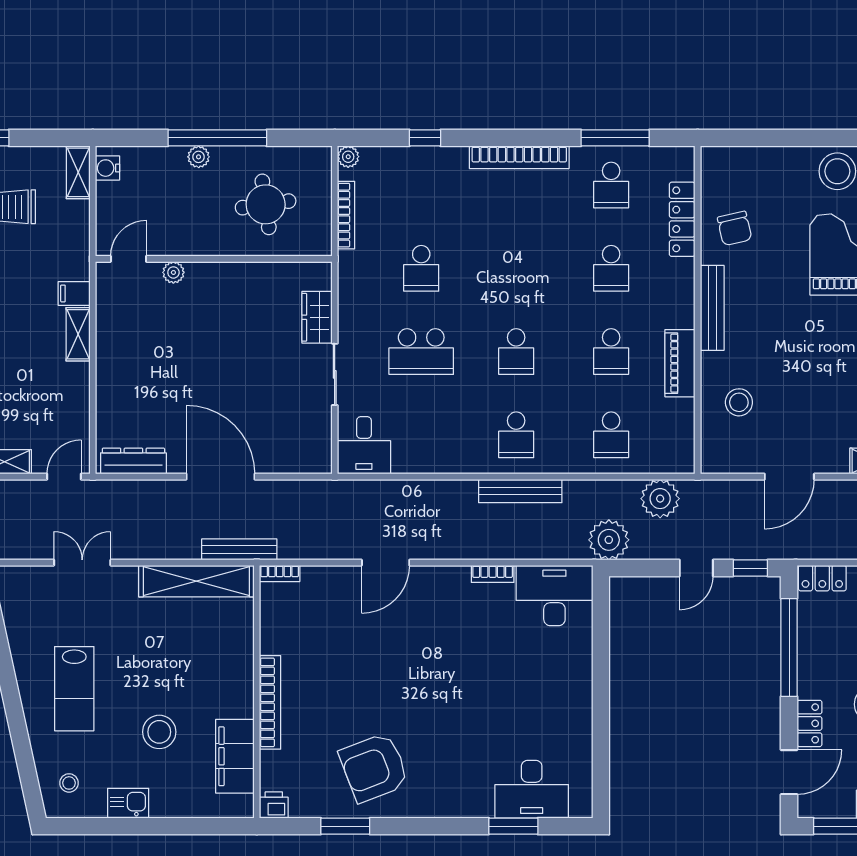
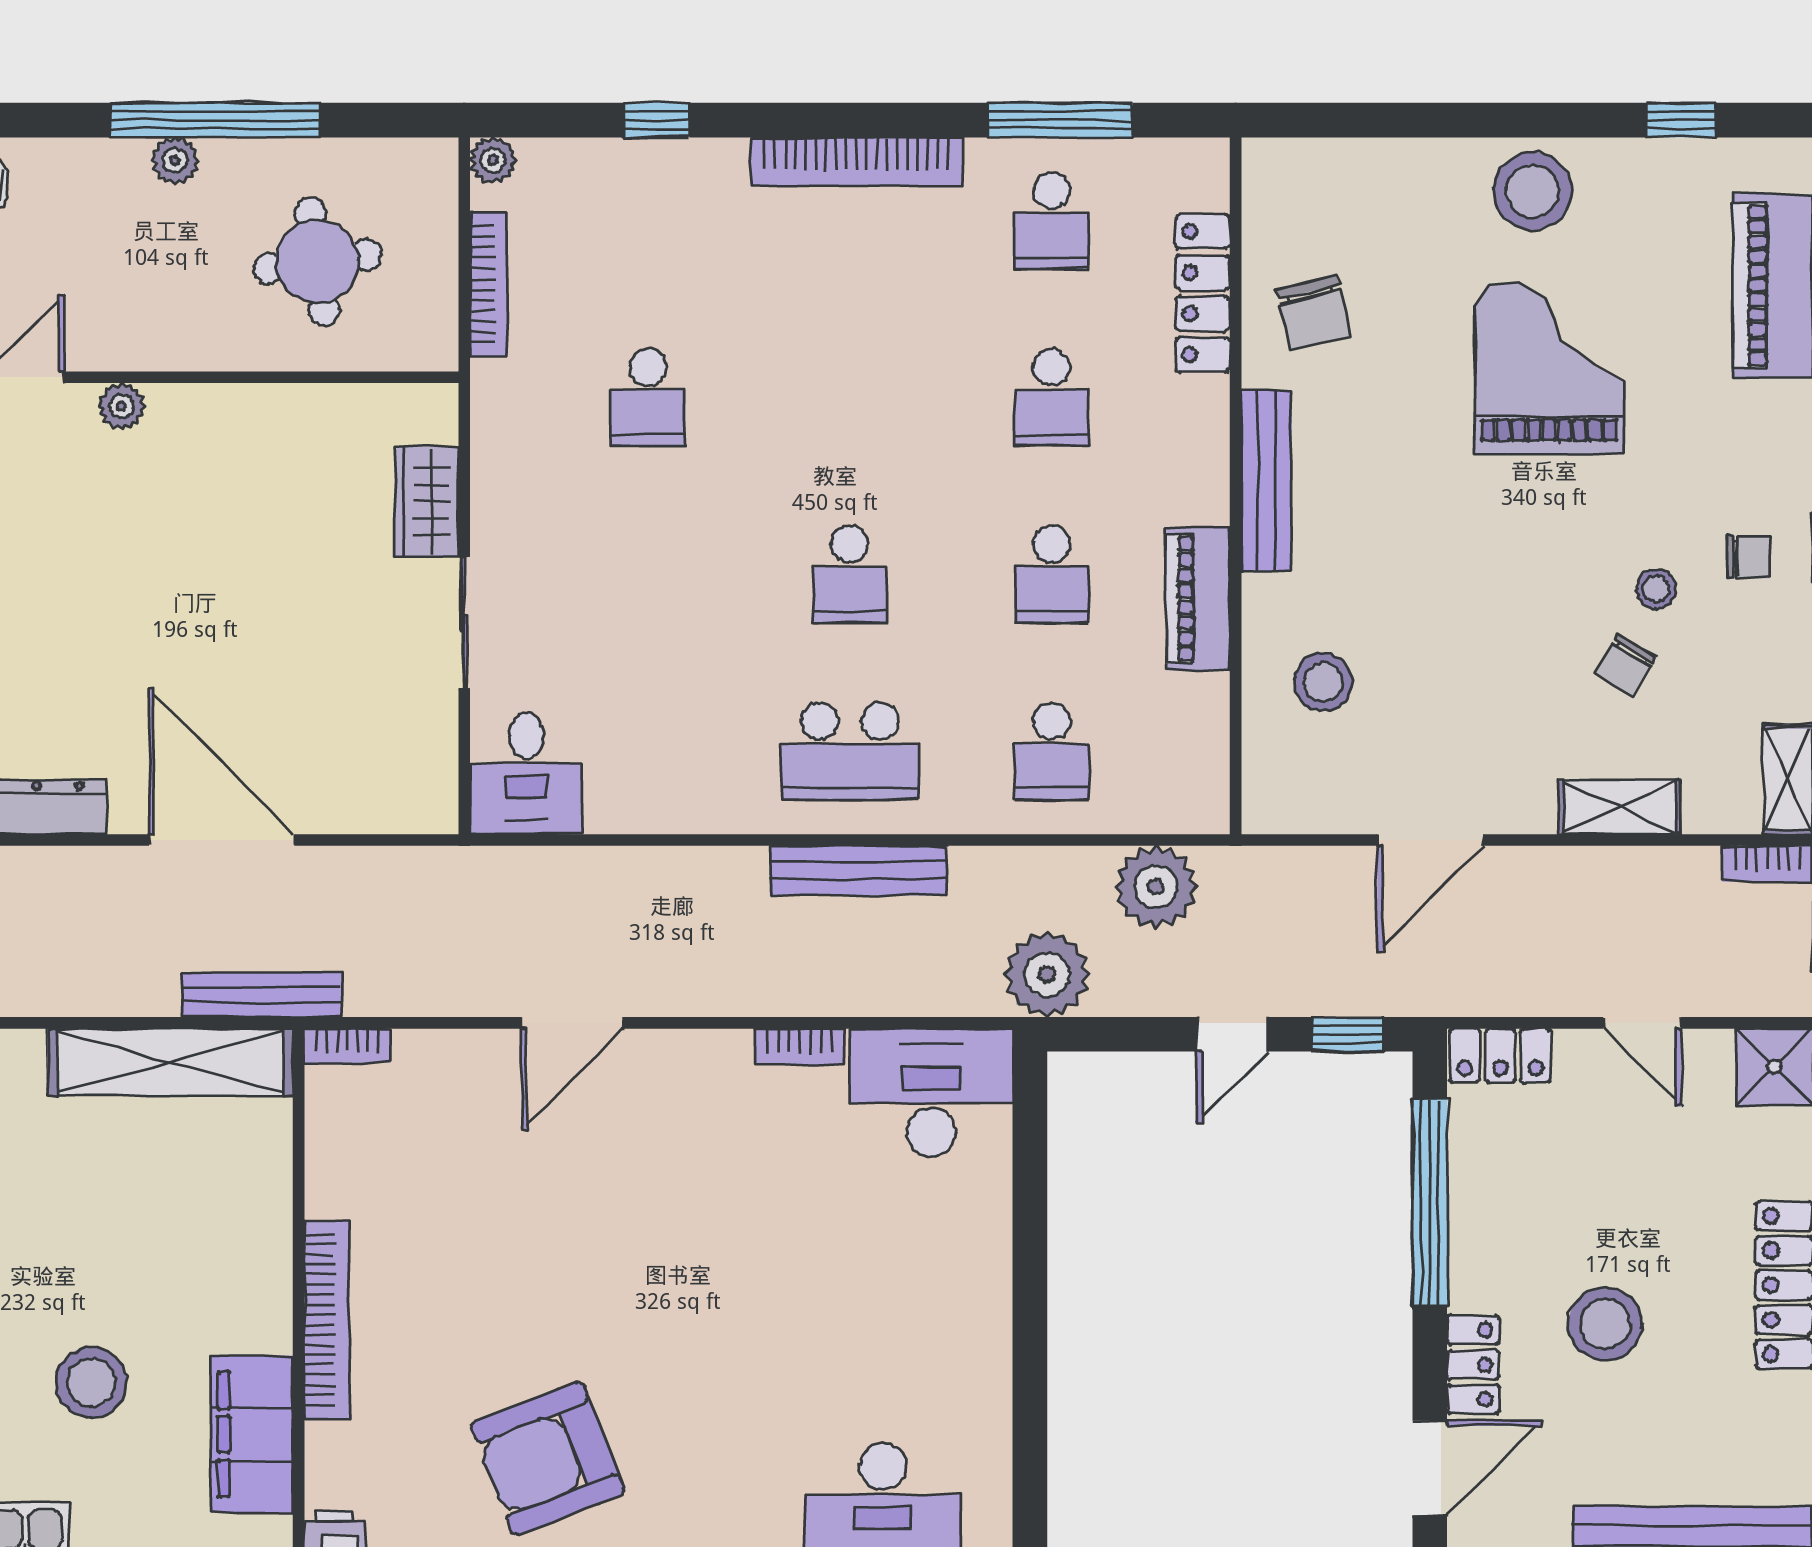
school desk: (421, 352) -> (648, 574), removed
school desk: (516, 435) -> (850, 751), width x1.85

